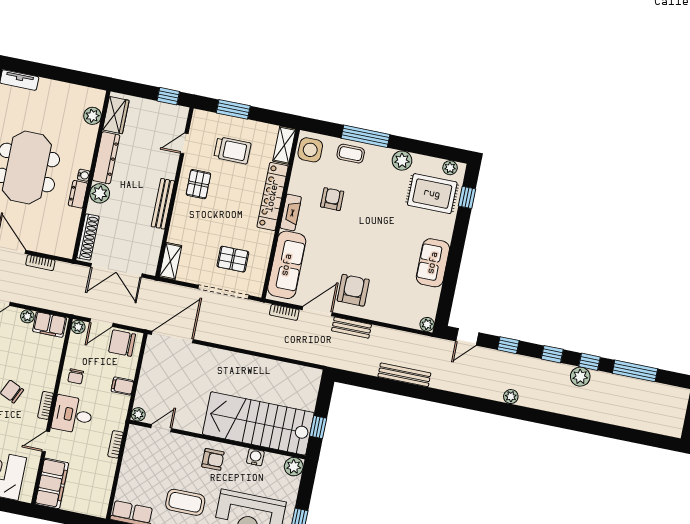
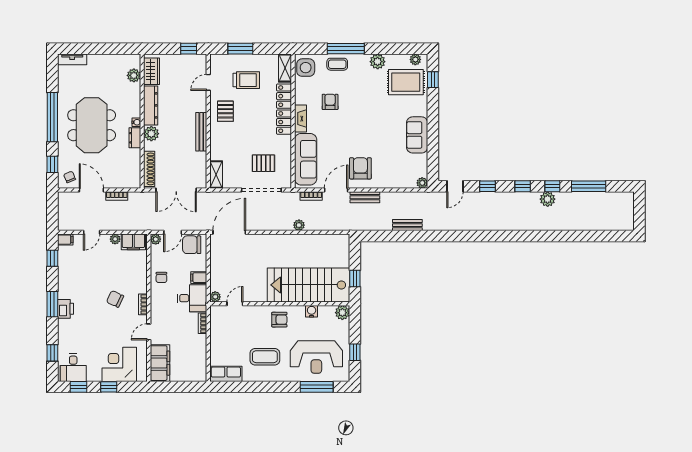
bench: (404, 375) -> (407, 225), width x0.73
plant: (511, 397) -> (299, 225), moved
desk: (73, 415) -> (192, 298), moved, turned 180

